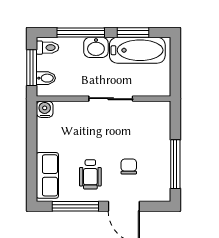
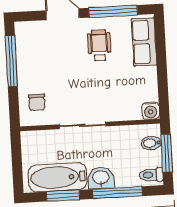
chair: (129, 167) -> (37, 102), moved

